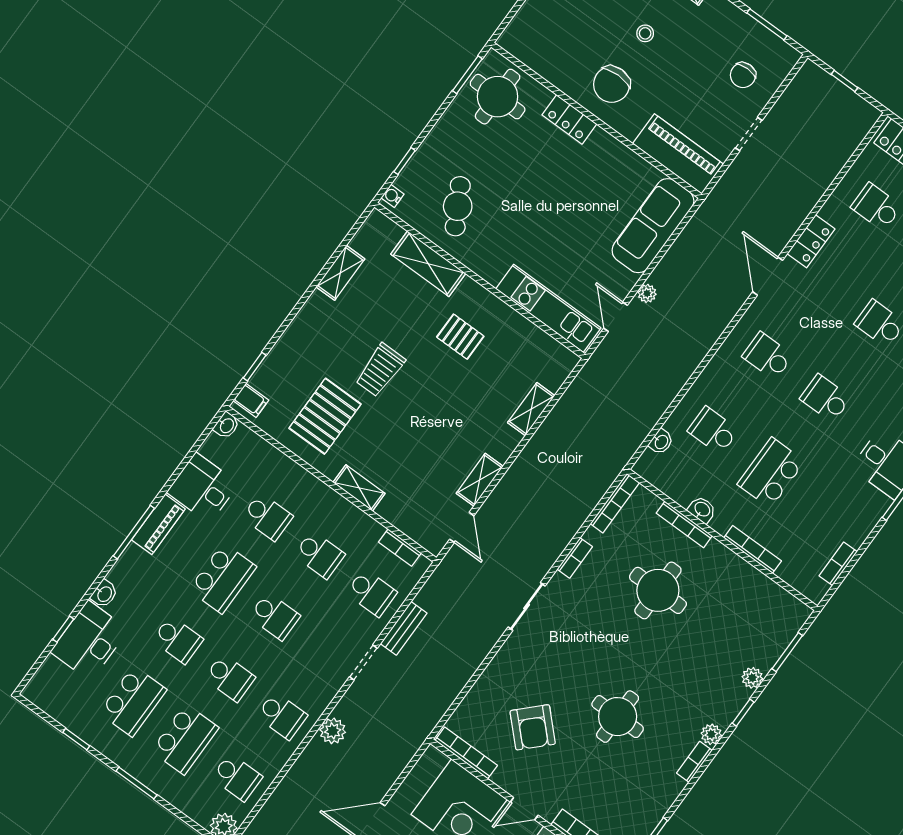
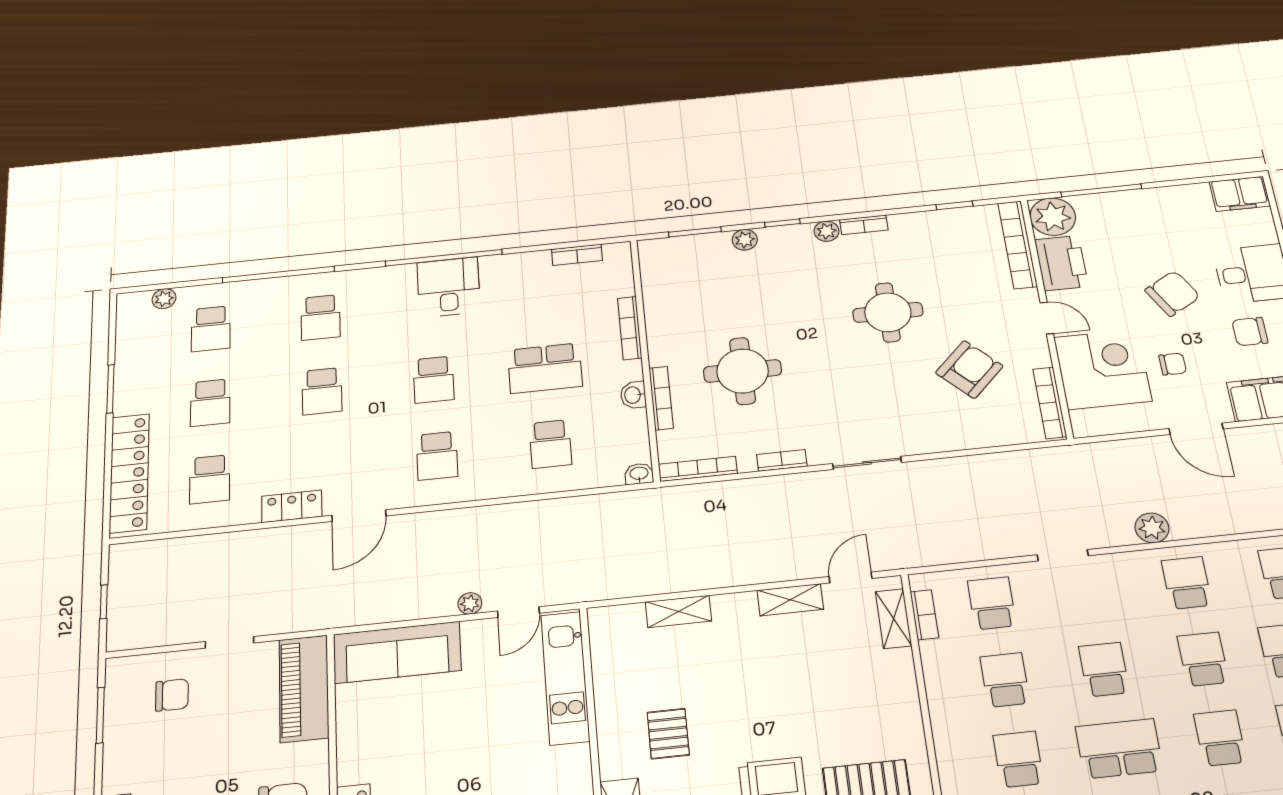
washbasin: (661, 442) -> (639, 474), moved
shelving: (359, 488) -> (894, 619), moved
bench: (404, 628) -> (995, 548), removed

